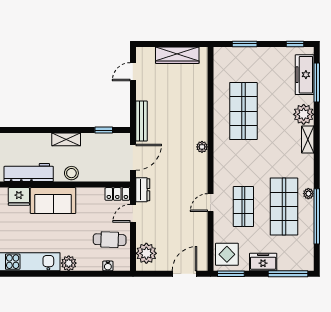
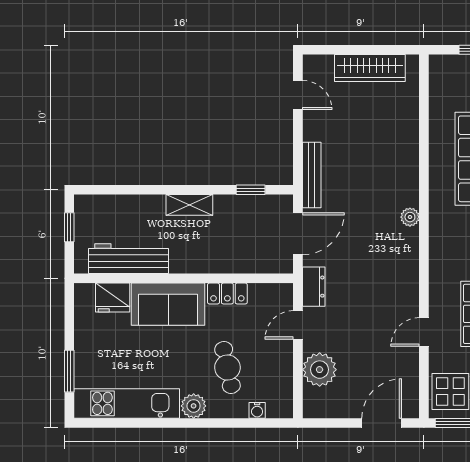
door: (133, 72) -> (298, 95), swing flipped
stool: (71, 173) -> (198, 260), removed
locker: (117, 194) -> (227, 294), moved
door: (211, 203) -> (424, 332), moved
cafe table: (110, 240) -> (227, 368), moved, turned 76
plant: (146, 253) -> (320, 370), moved

